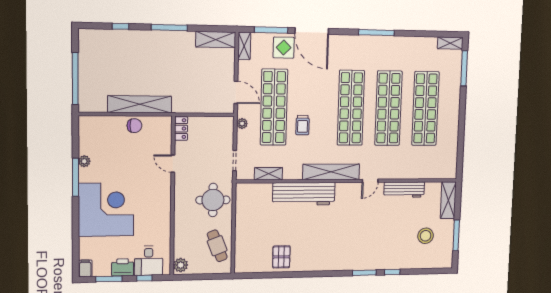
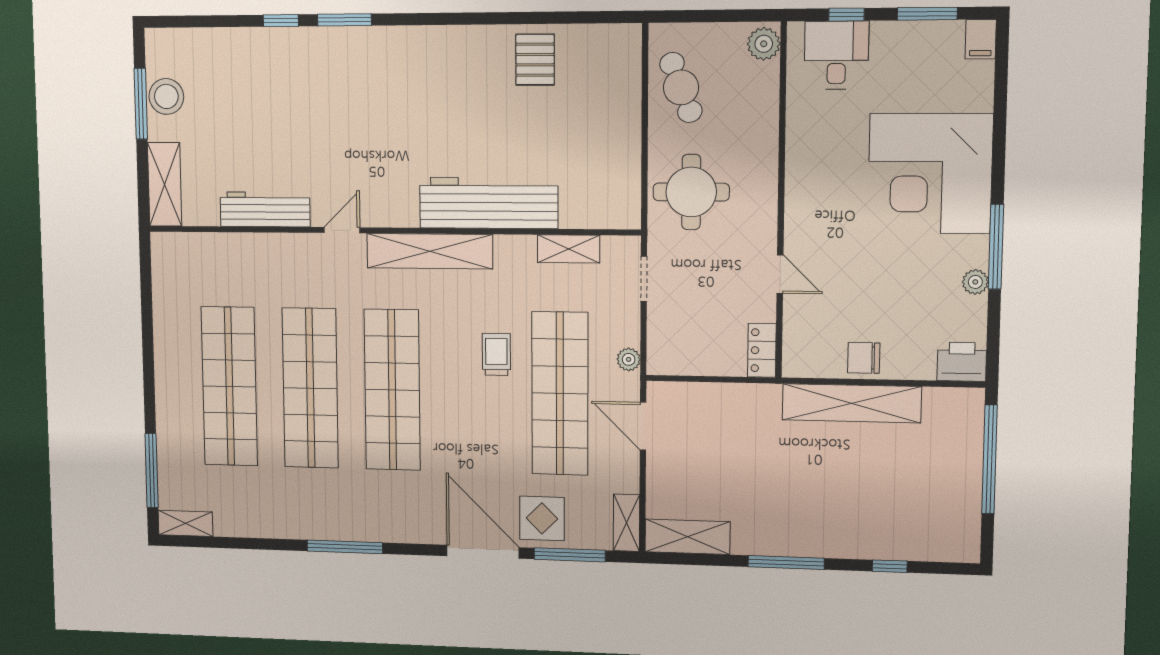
stool: (426, 236) -> (166, 96), moved
printer: (123, 267) -> (962, 362), moved, turned 180

